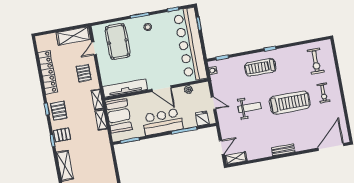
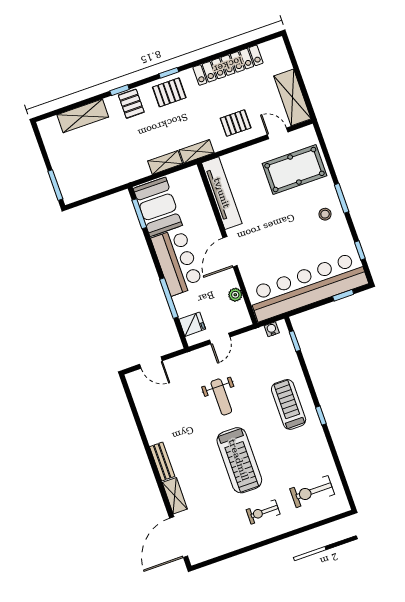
booth: (119, 116) -> (158, 207), moved, turned 90
door: (331, 147) -> (179, 537), swing flipped
shelving: (236, 158) -> (175, 496), moved

